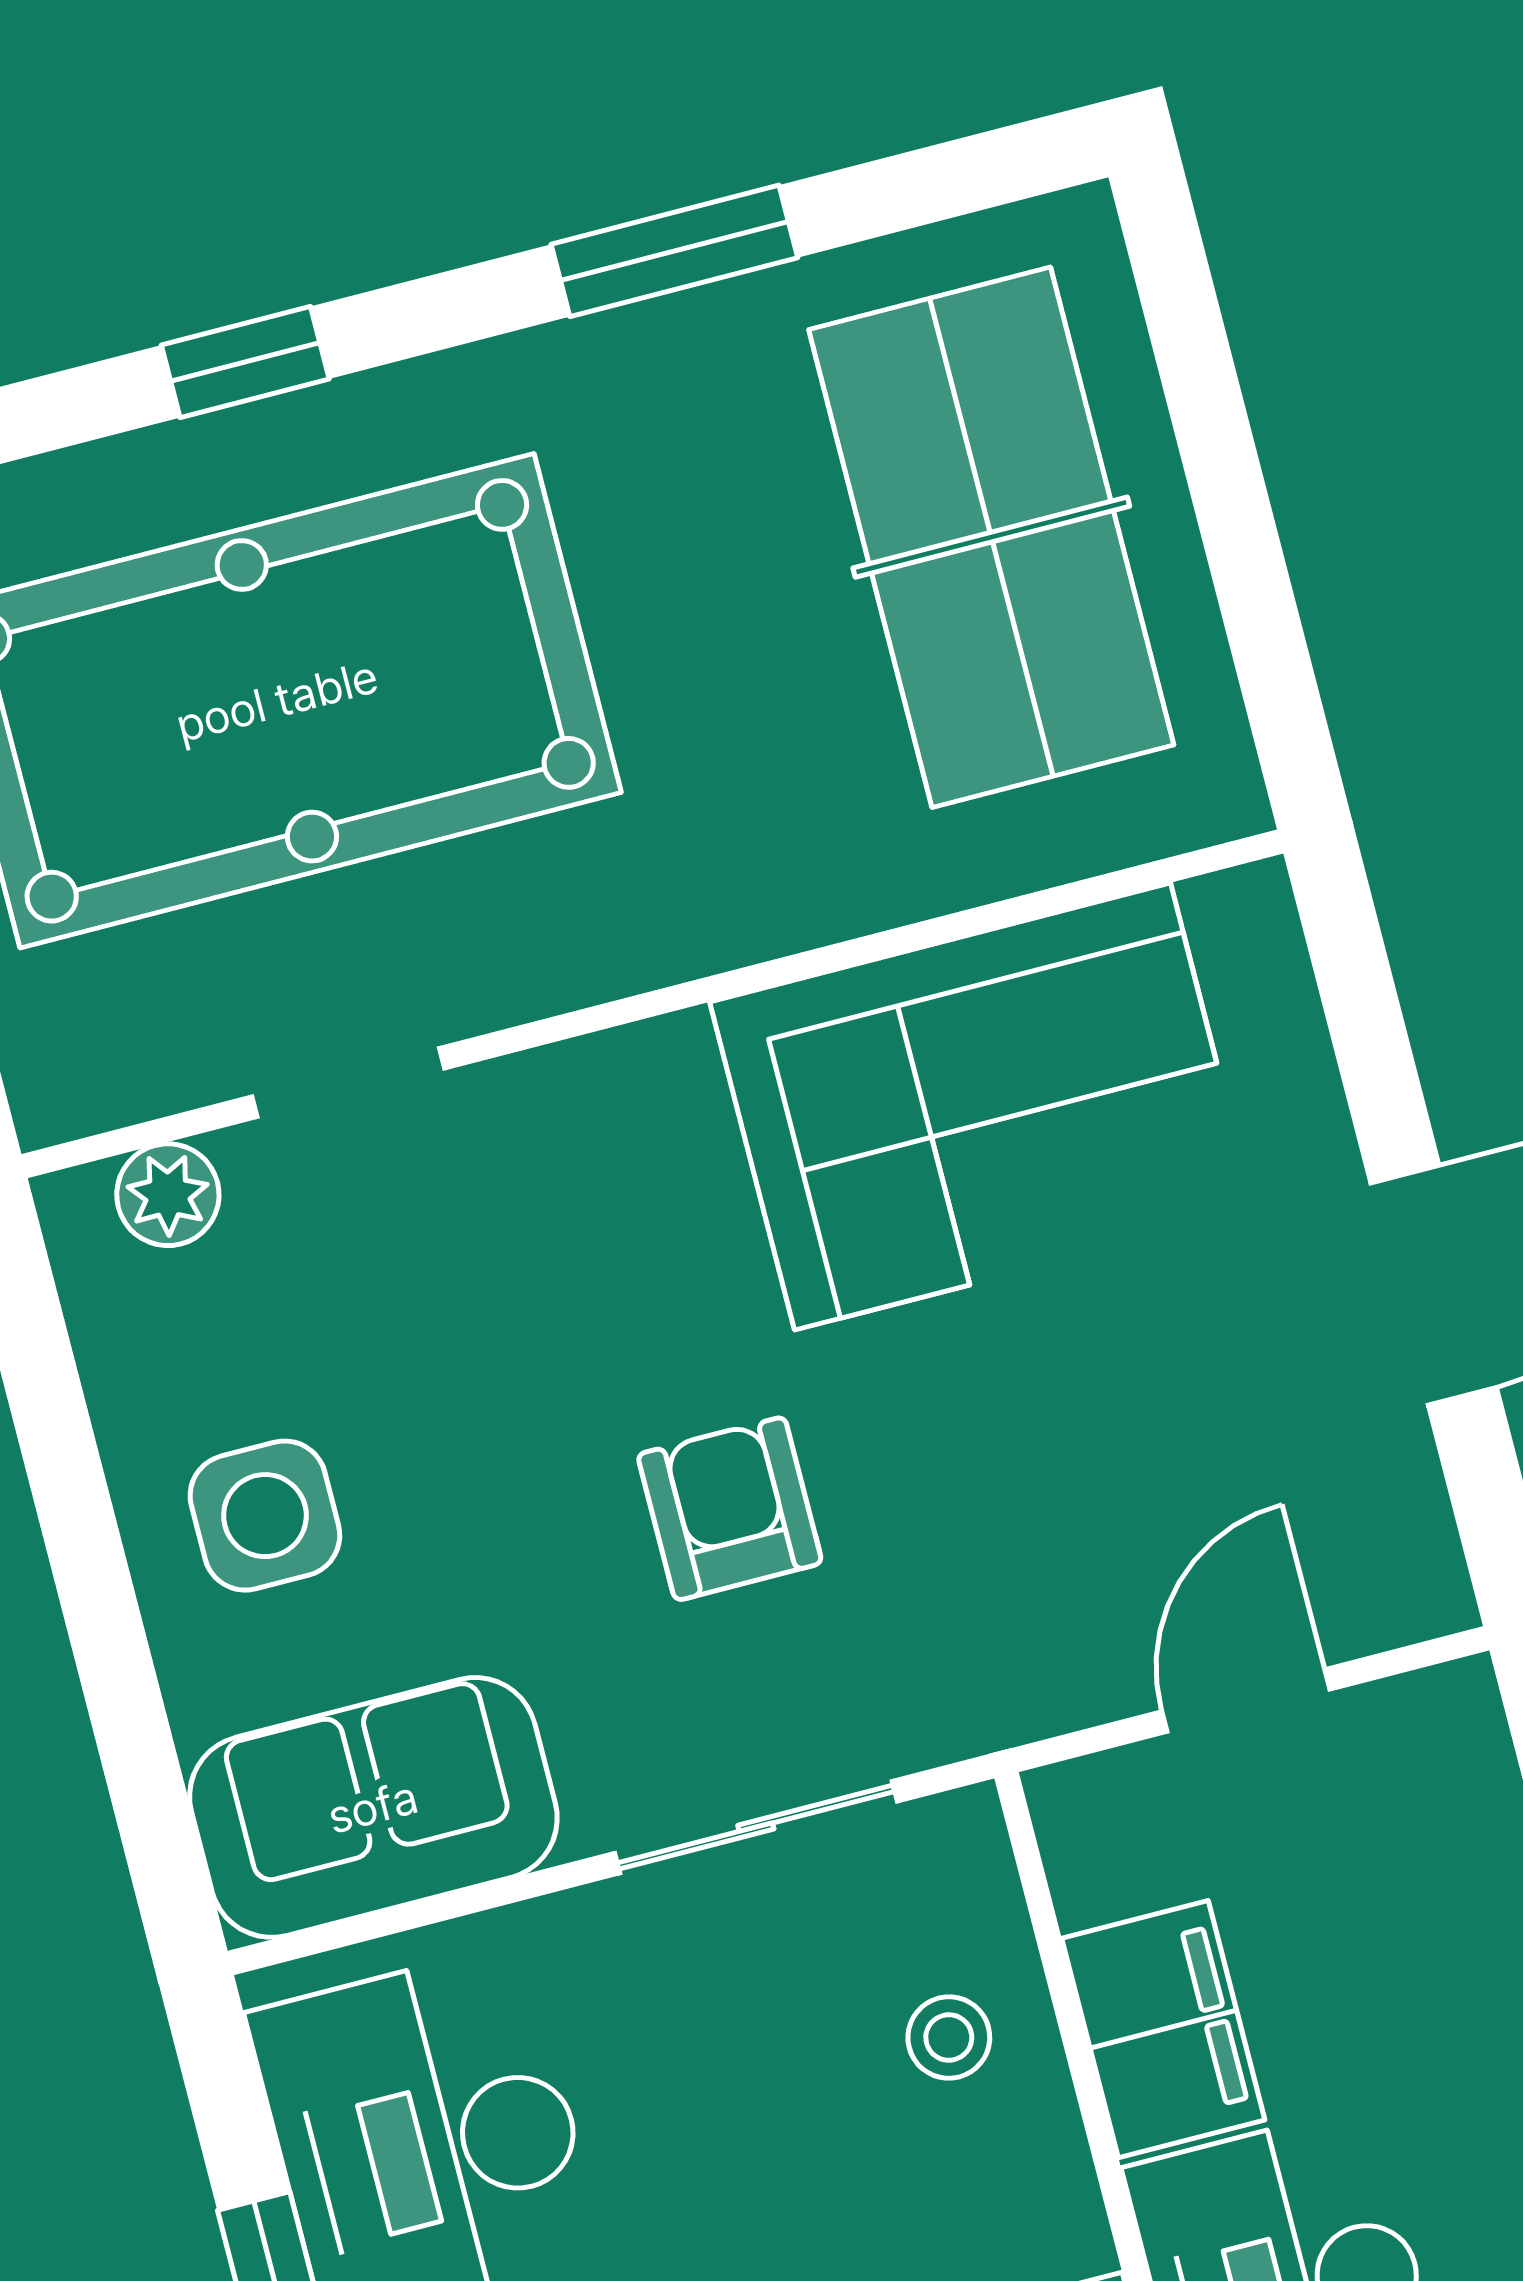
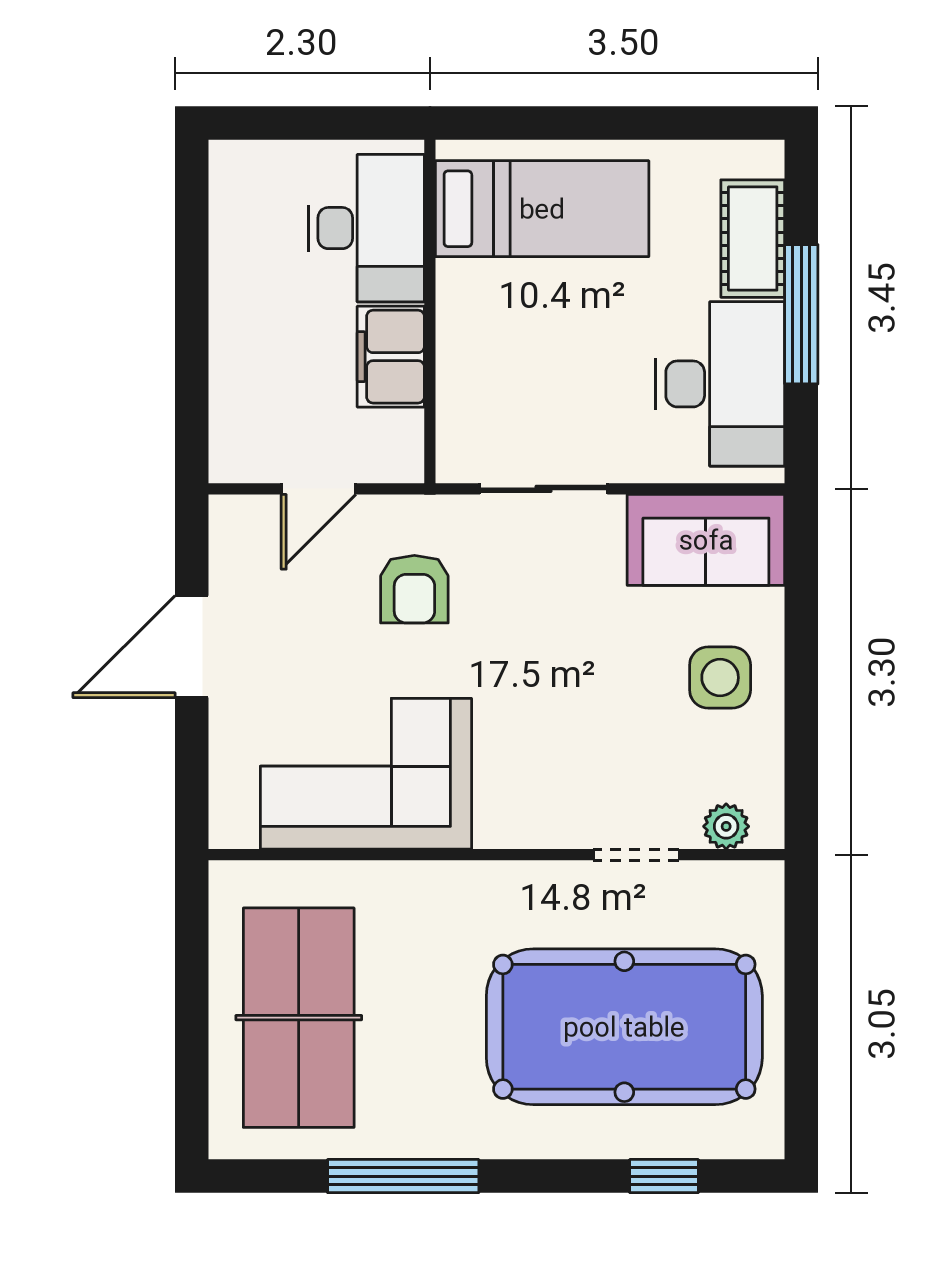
window: (674, 251) -> (403, 1176), width x1.44
window: (245, 362) -> (664, 1176), moved
armchair: (730, 1509) -> (414, 589), moved
stool: (949, 2037) -> (484, 377), removed

